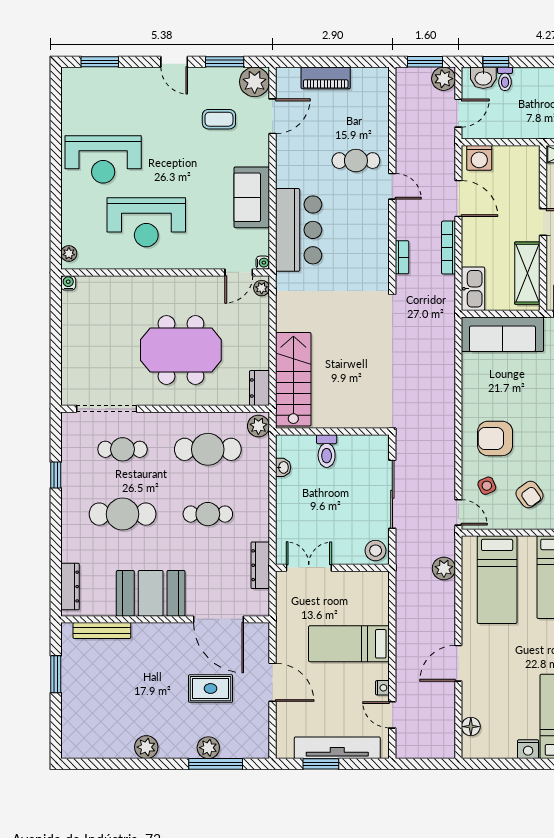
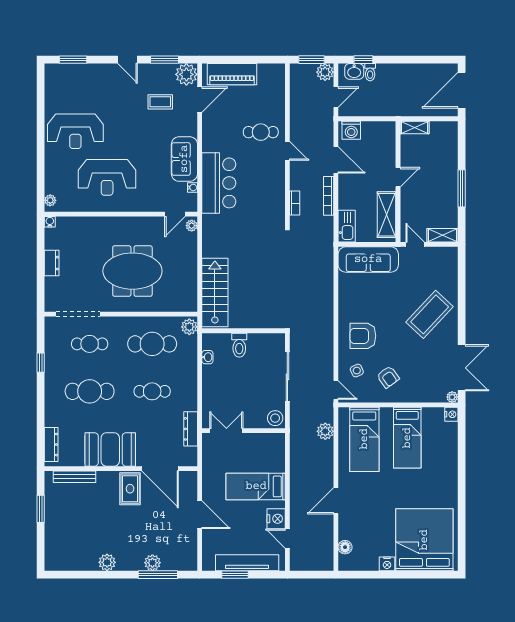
piano: (326, 78) -> (232, 74), width x1.37, depth x1.33
water cooler: (263, 263) -> (192, 188), moved
dresser: (260, 388) -> (52, 263), moved, turned 180
nightstand: (382, 688) -> (276, 519), width x1.89, depth x1.79
rug: (211, 689) -> (130, 489), moved, turned 90

